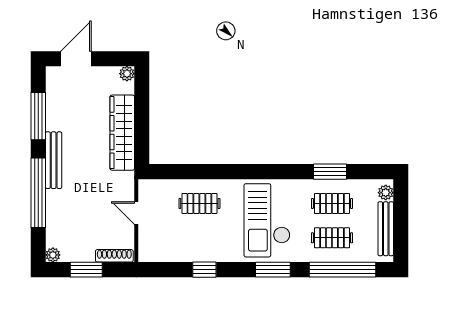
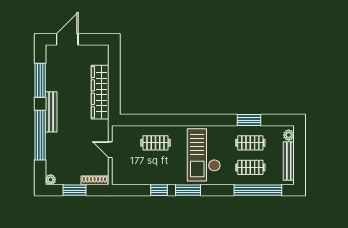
plant: (127, 74) -> (104, 50), removed
window: (273, 270) -> (188, 190), moved

